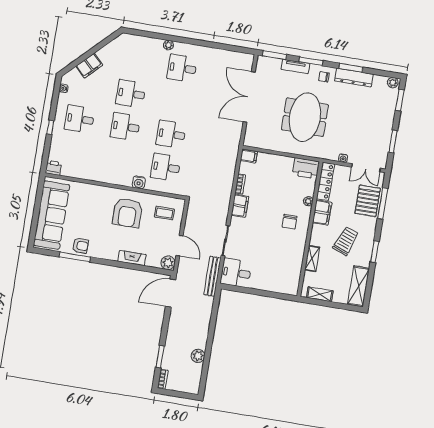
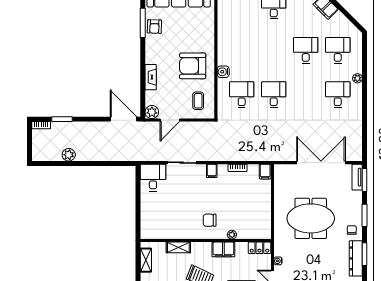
tv unit: (295, 66) -> (357, 177), moved
desk: (125, 127) -> (338, 50), moved
printer: (306, 168) -> (263, 227), removed
locker: (326, 181) -> (259, 248), width x0.66
filing cabinet: (240, 206) -> (212, 171), width x0.50
bench: (212, 276) -> (146, 156), removed

